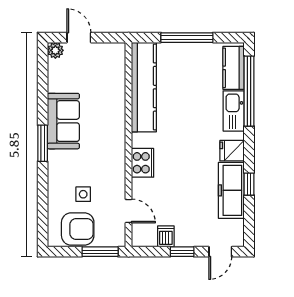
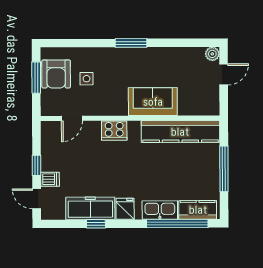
sofa: (63, 121) -> (153, 102), moved, turned 180
dishwasher: (166, 236) -> (50, 179), moved
window: (100, 252) -> (36, 78), moved

